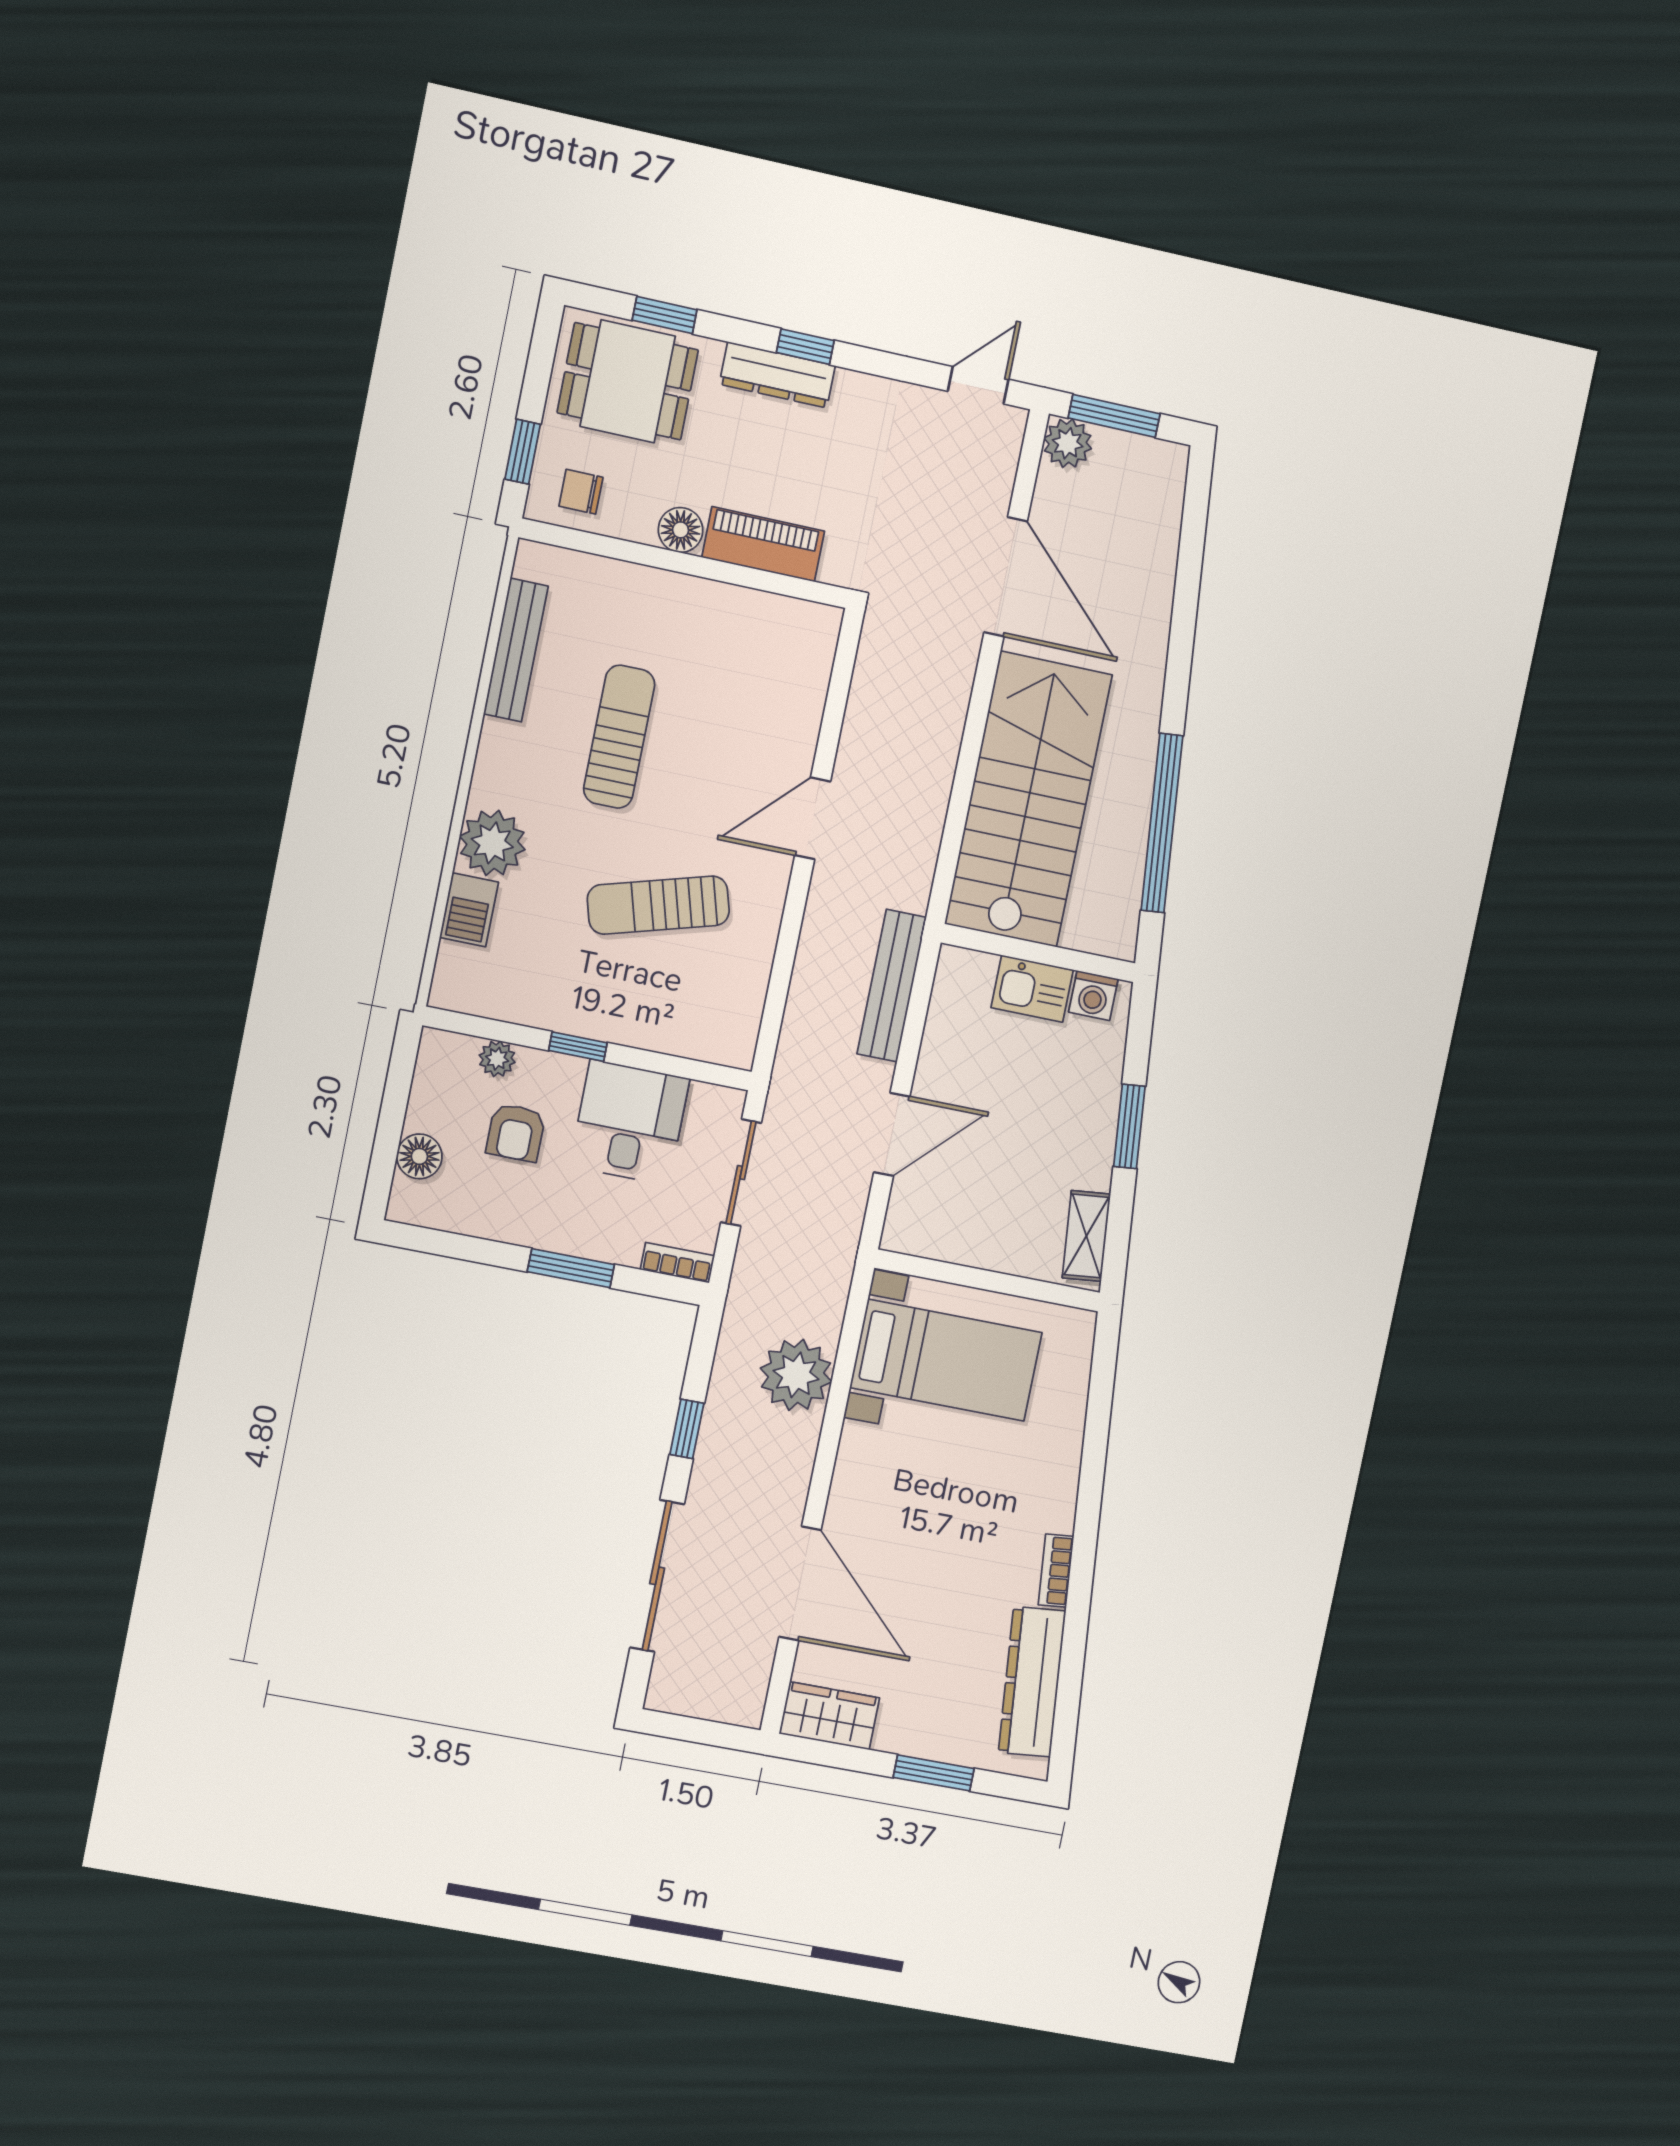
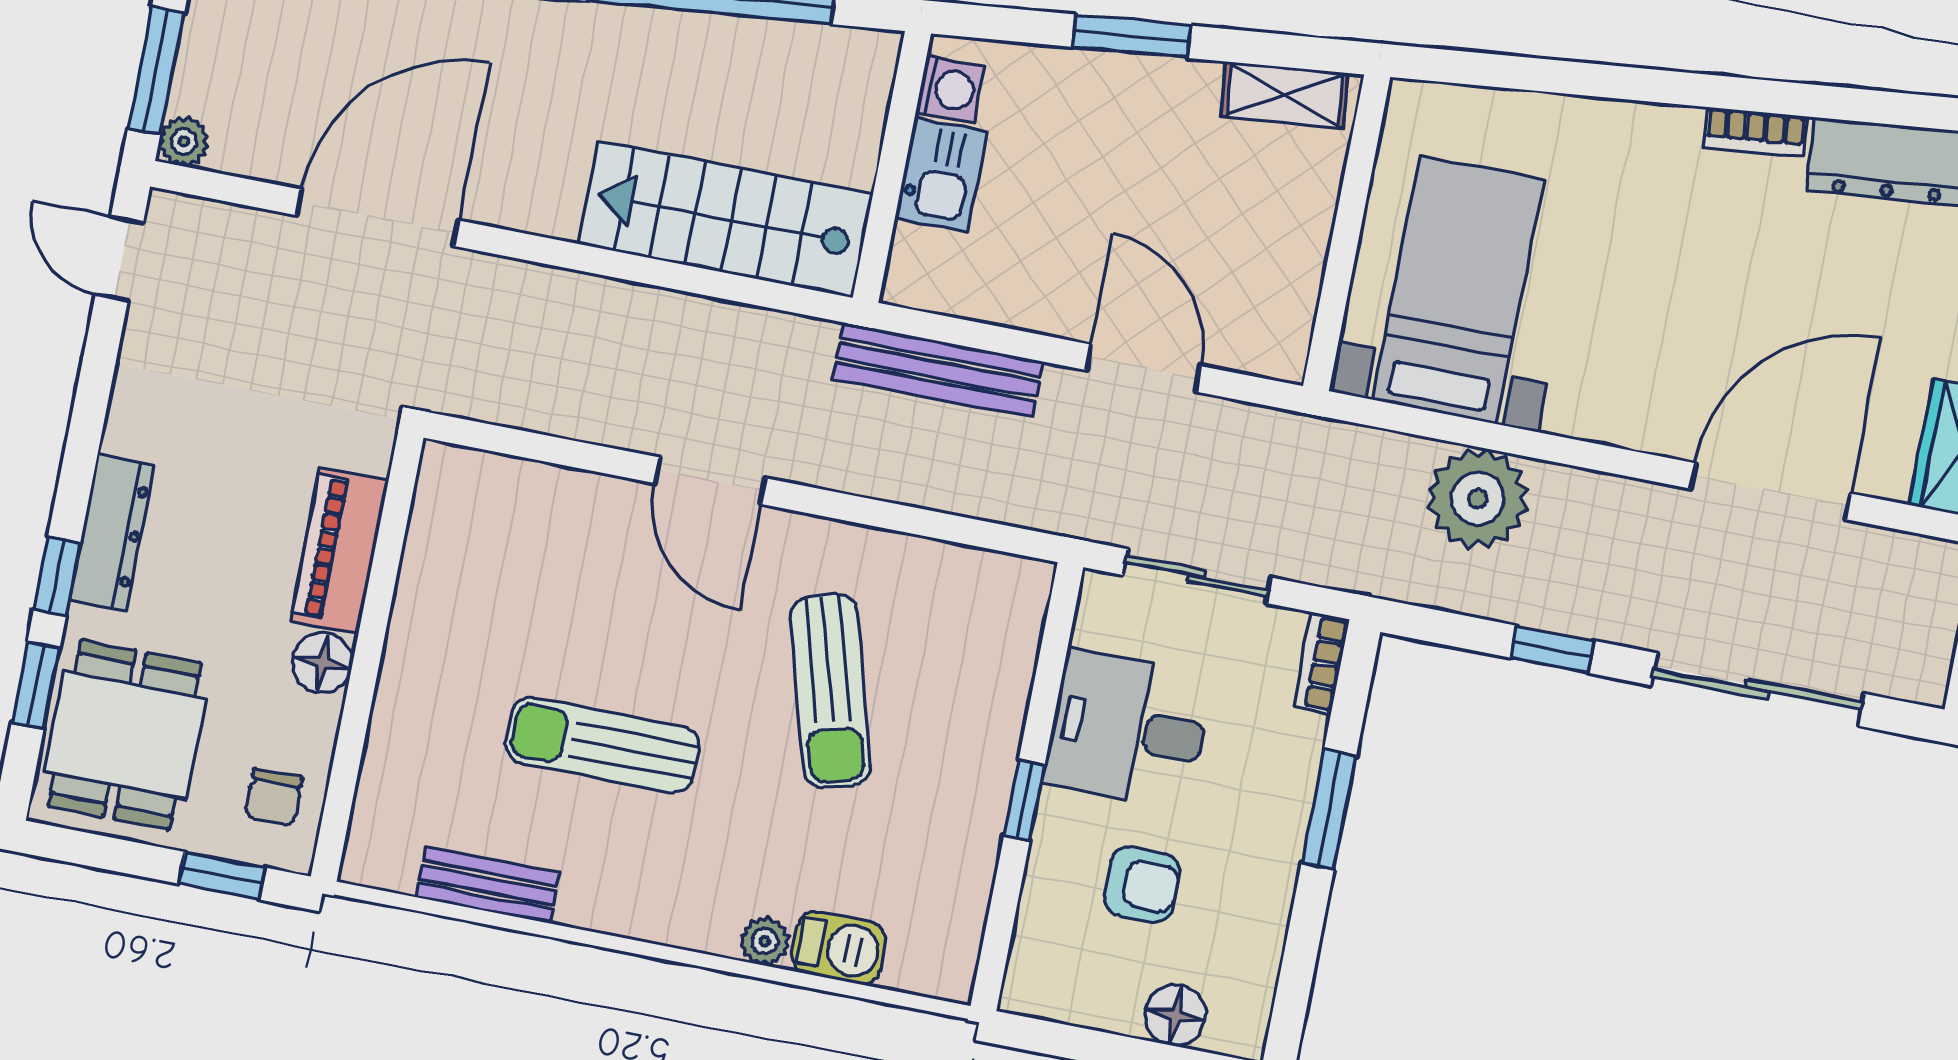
window: (805, 347) -> (57, 576), moved
plant: (1068, 443) -> (184, 142), width x0.73, depth x0.73
bench: (516, 650) -> (488, 885), width x0.73
stairs: (1028, 800) -> (725, 219), width x0.73, depth x0.66
plant: (492, 843) -> (765, 941), width x0.53, depth x0.53
plant: (497, 1059) -> (1041, 910), removed

